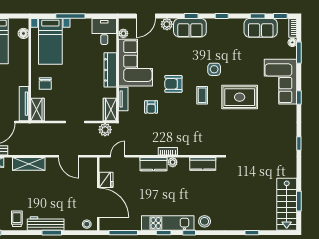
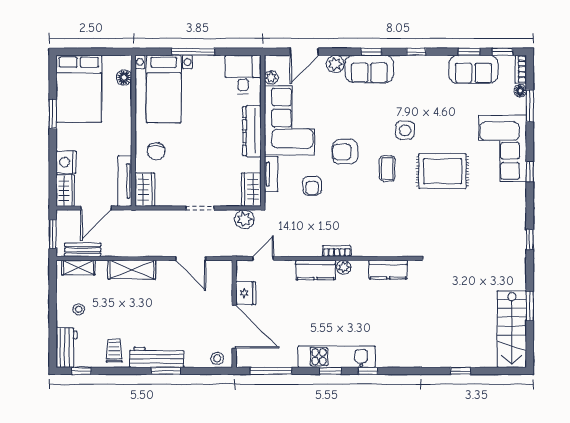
window: (299, 201) -> (530, 306), moved
stool: (205, 221) -> (391, 354), removed

